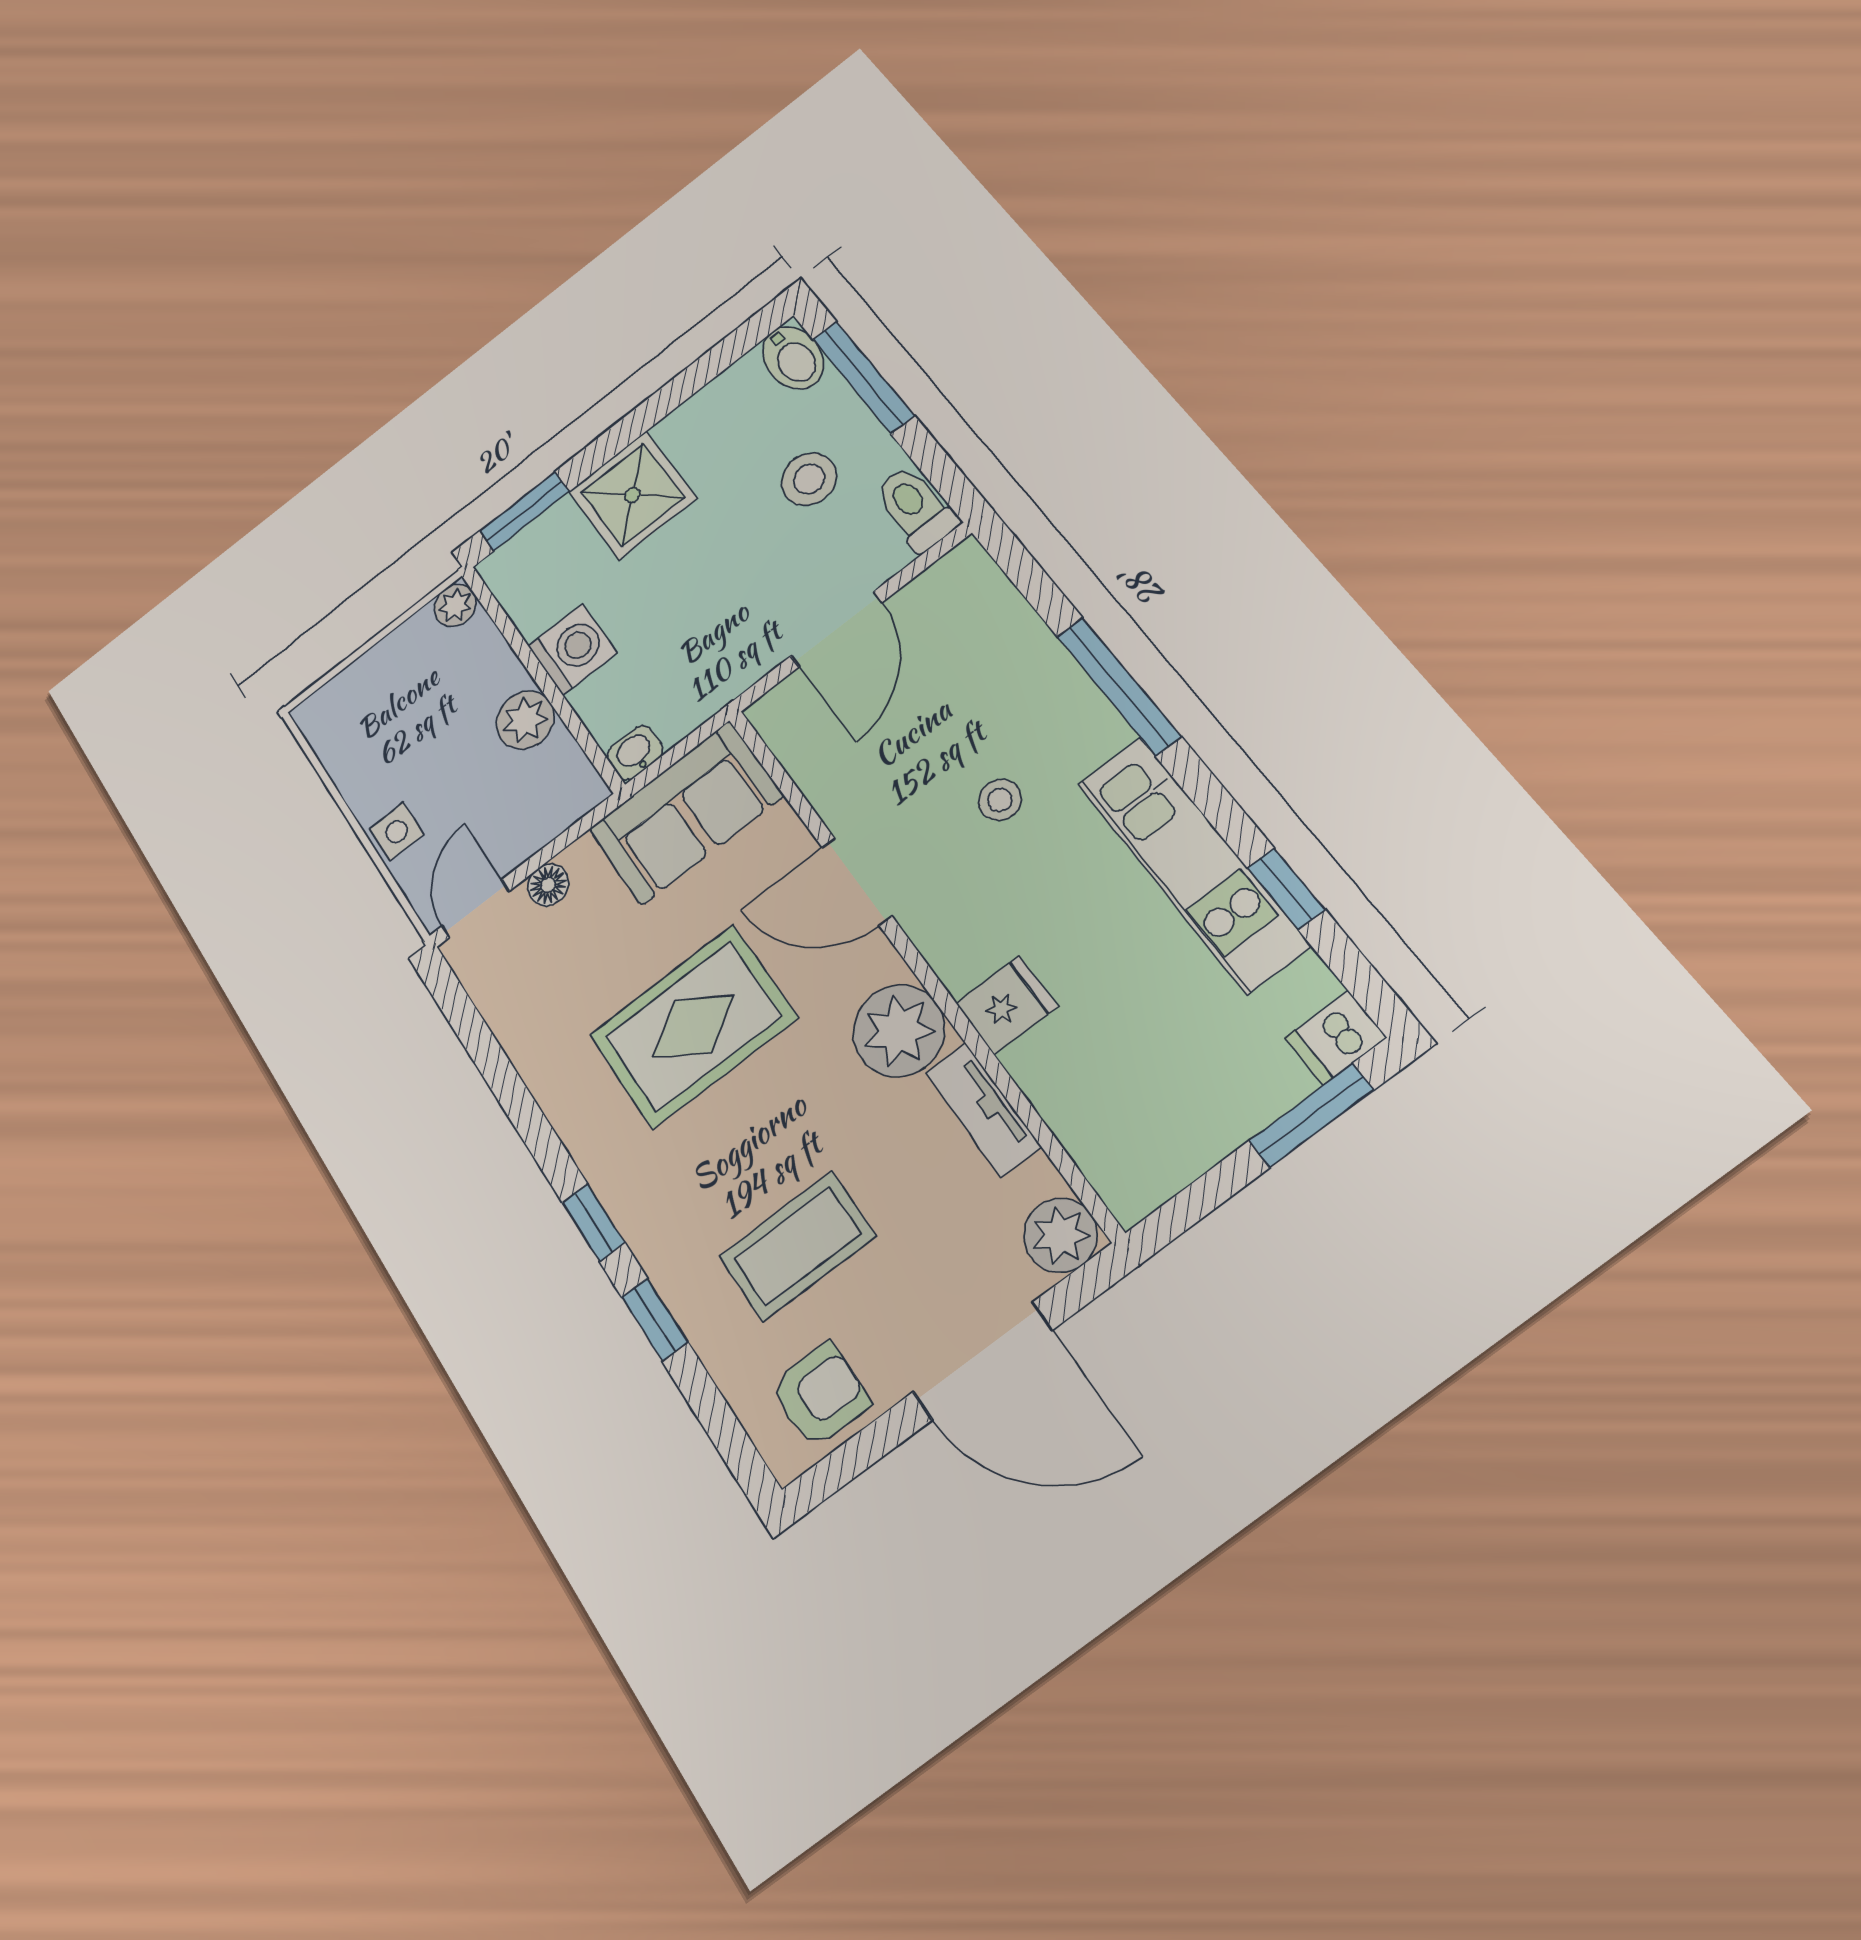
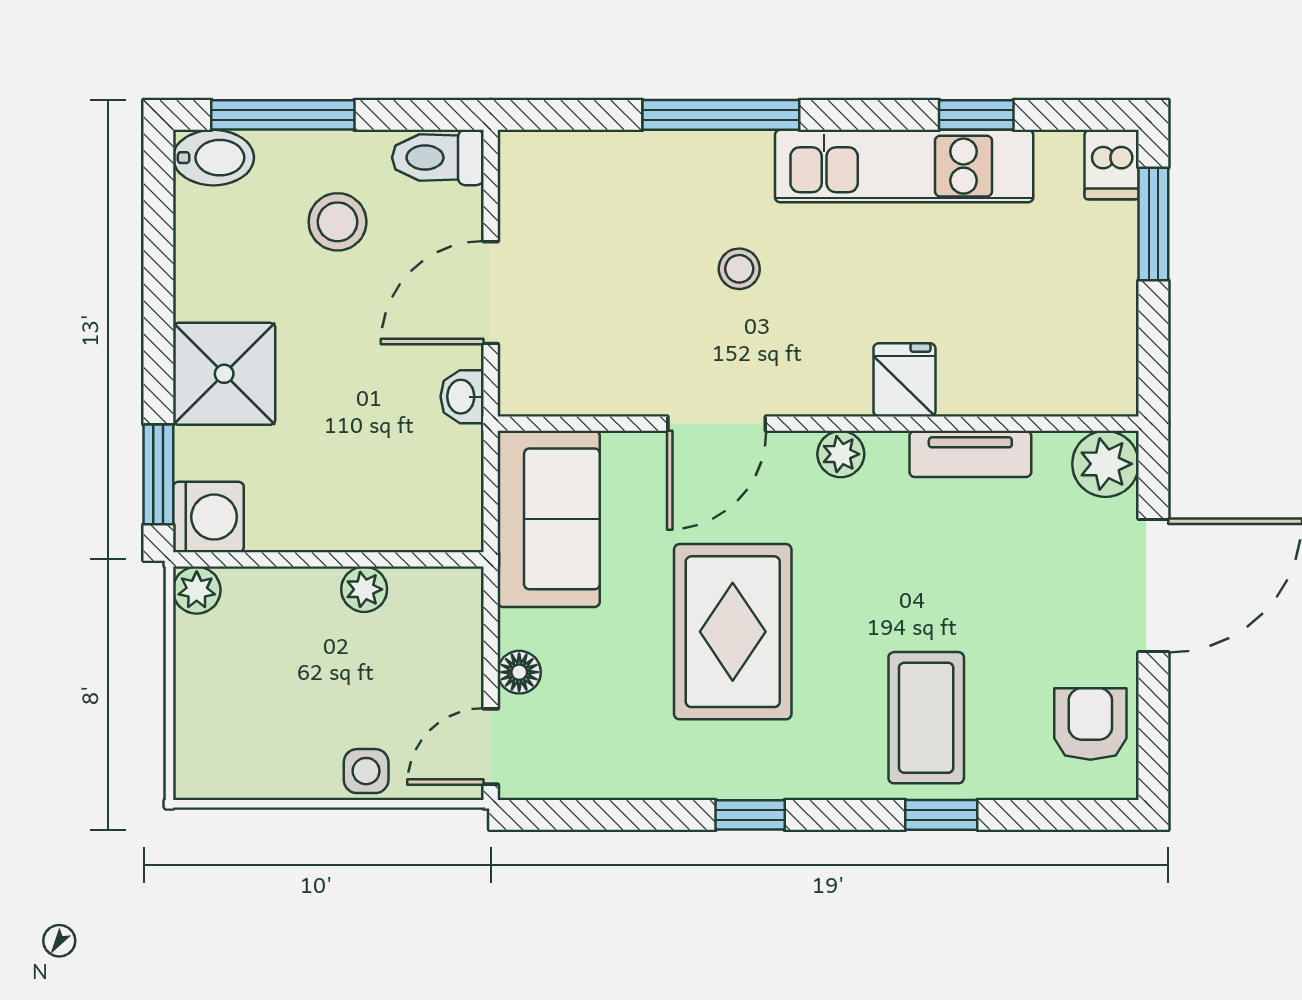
door: (836, 629) -> (491, 293), swing flipped
washing machine: (572, 650) -> (208, 517), moved, turned 90
plant: (525, 720) -> (364, 589), width x0.73, depth x0.73
washbasin: (635, 753) -> (462, 397), moved
door: (475, 909) -> (491, 746), hinge flipped
plant: (899, 1031) -> (841, 454), width x0.53, depth x0.53
window: (594, 1223) -> (750, 815), moved
coffee table: (797, 1246) -> (926, 718), moved

